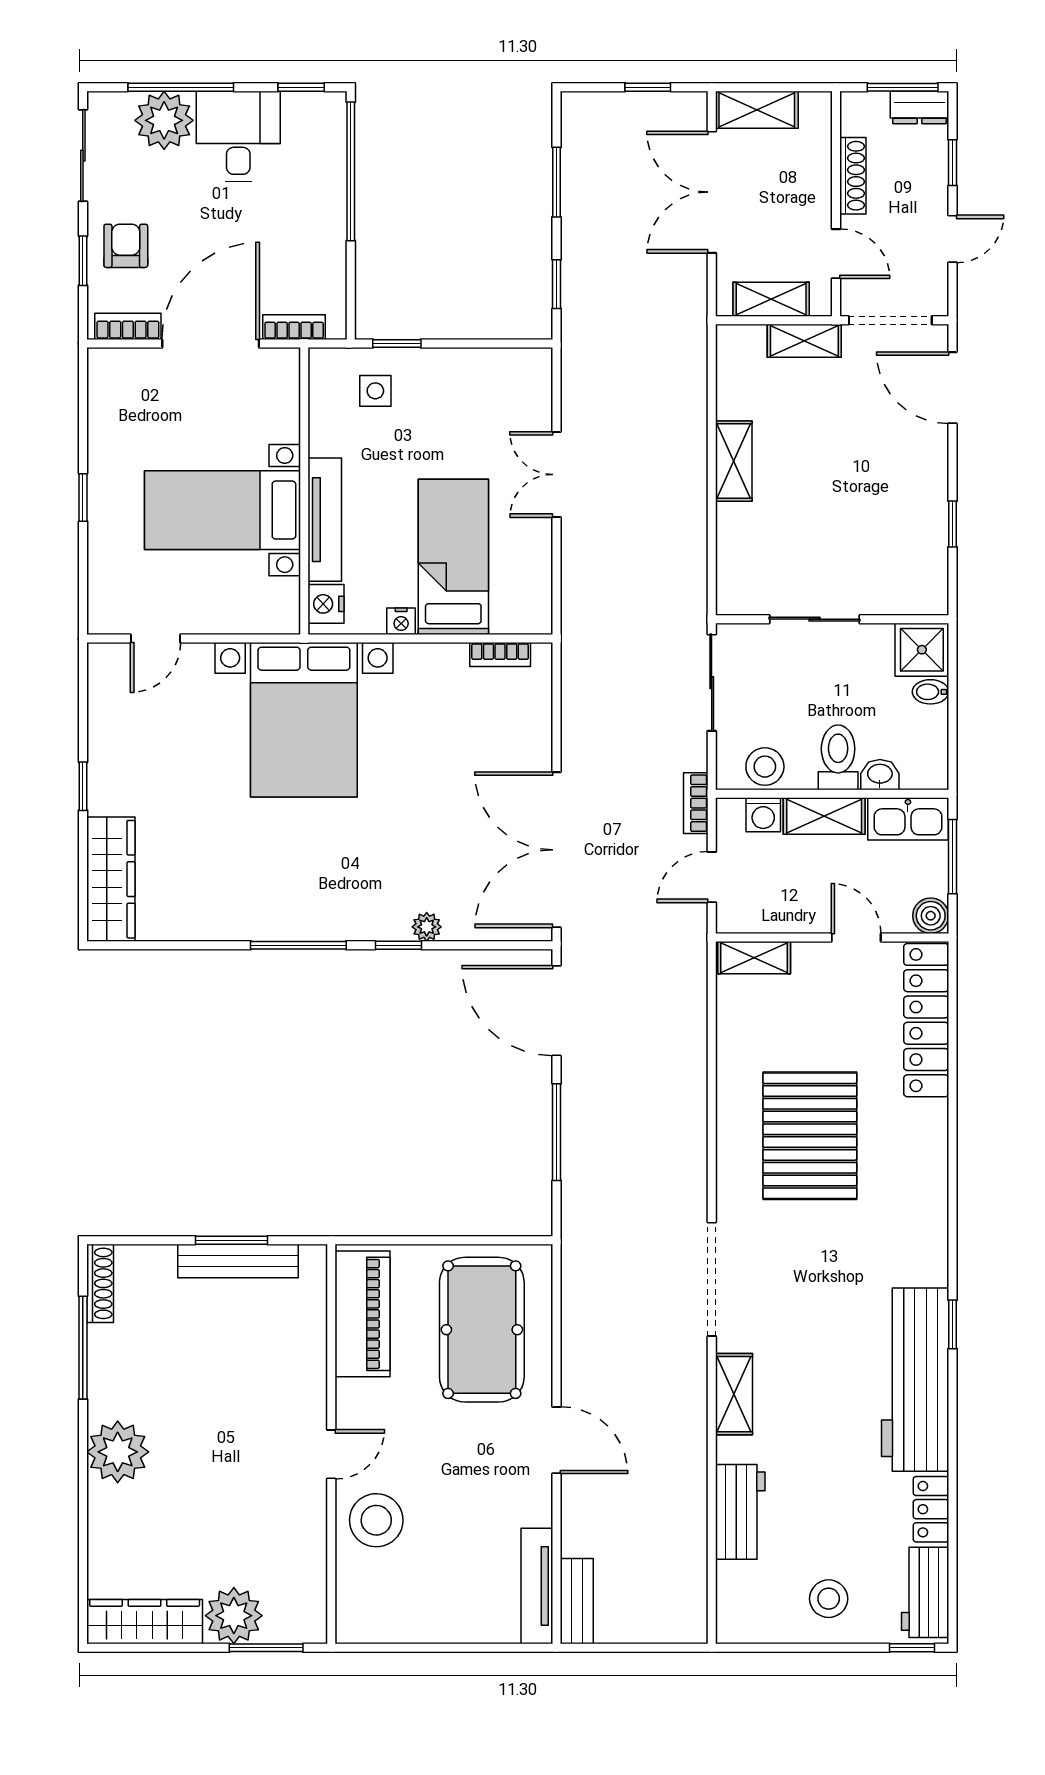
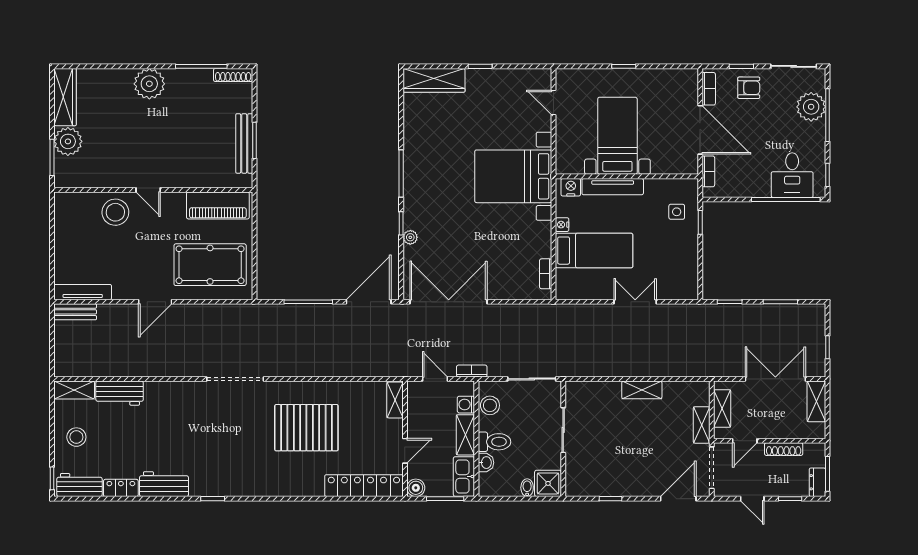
desk: (238, 136) -> (792, 175), moved, turned 90
workbench: (915, 1380) -> (164, 484), width x0.53, depth x0.76
shelving: (734, 1394) -> (74, 390), moved

